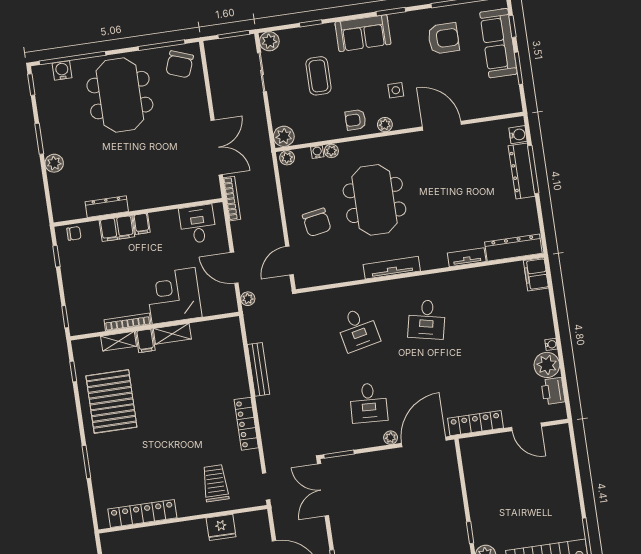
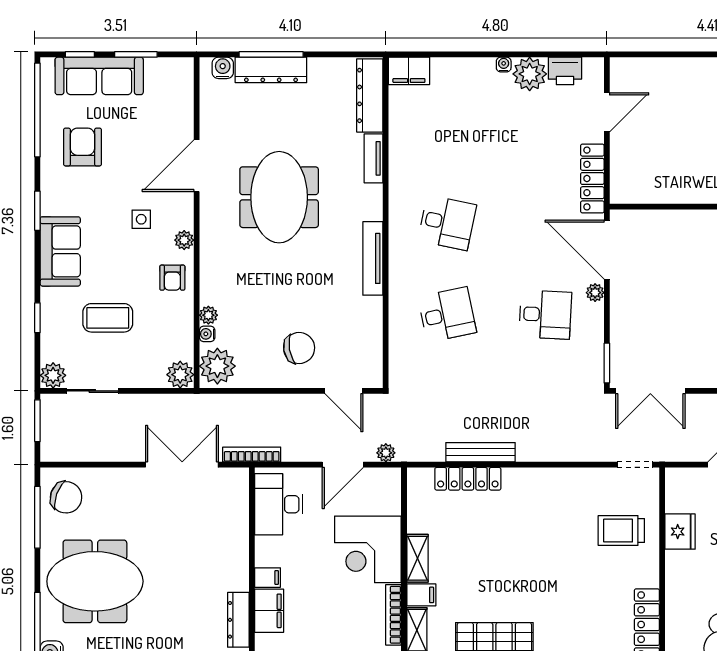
plant: (287, 158) -> (217, 366), width x1.88, depth x1.88
meeting table: (374, 200) -> (279, 197), moved, turned 90
desk: (198, 224) -> (279, 504), width x1.37
locker: (246, 424) -> (468, 479), moved

